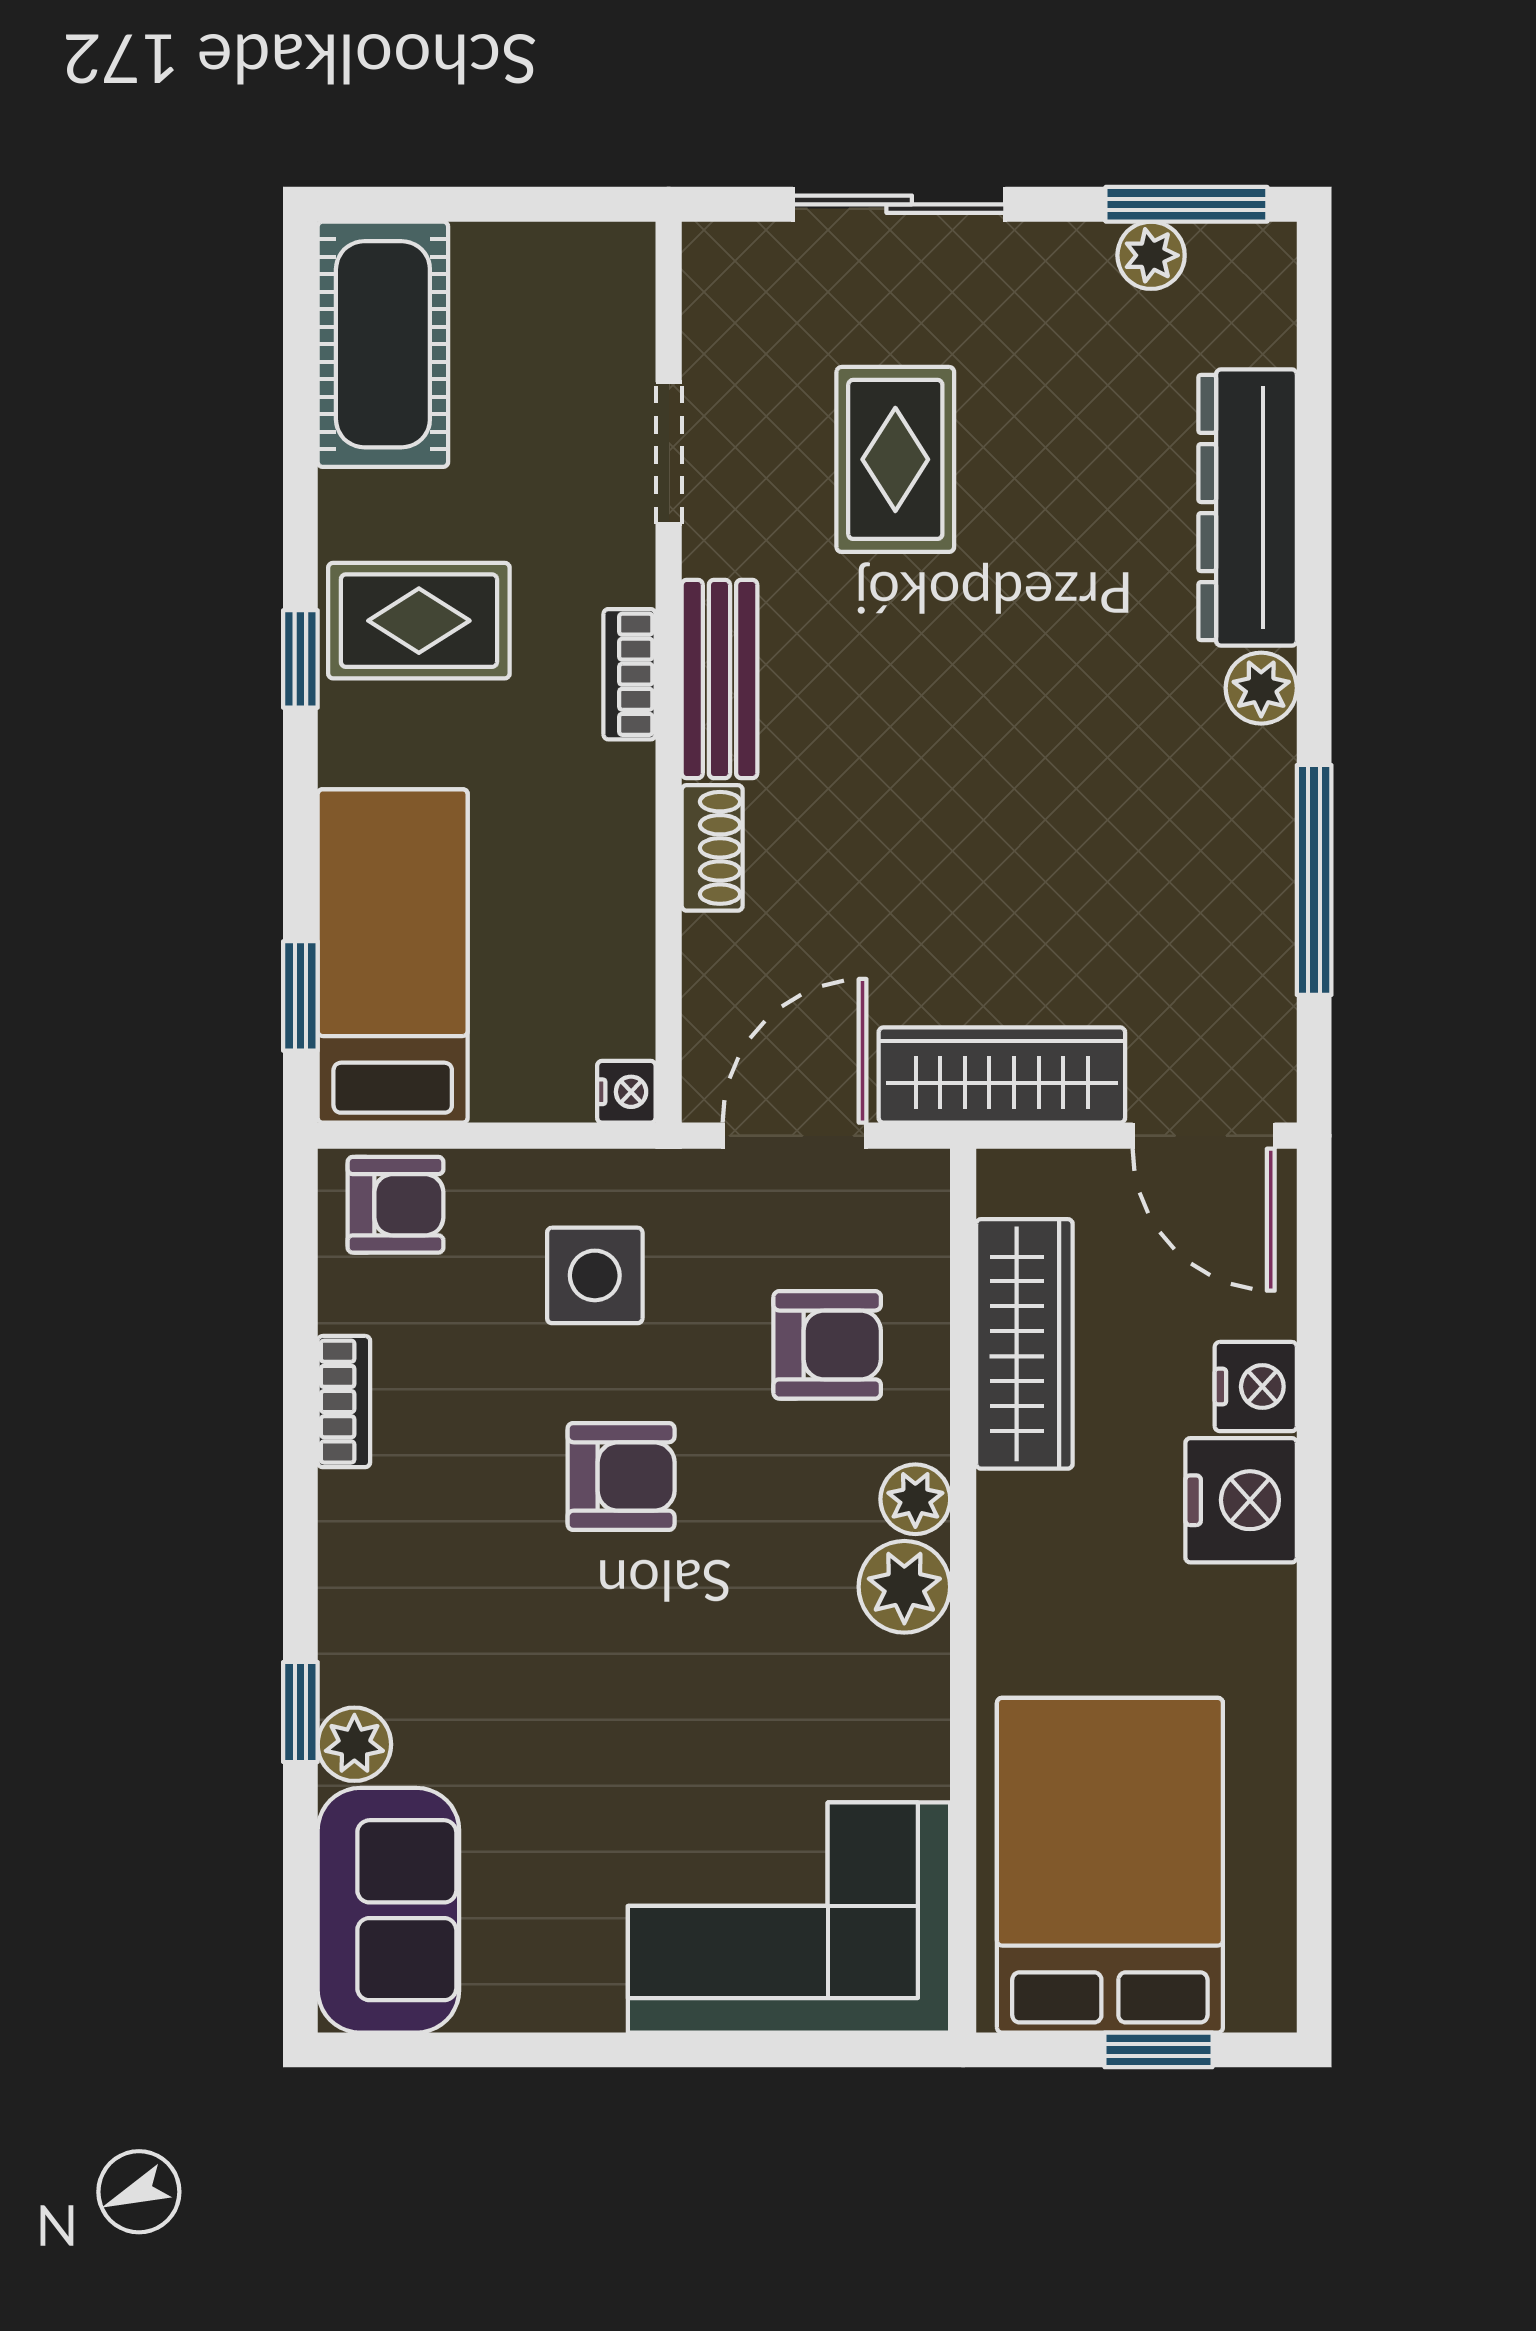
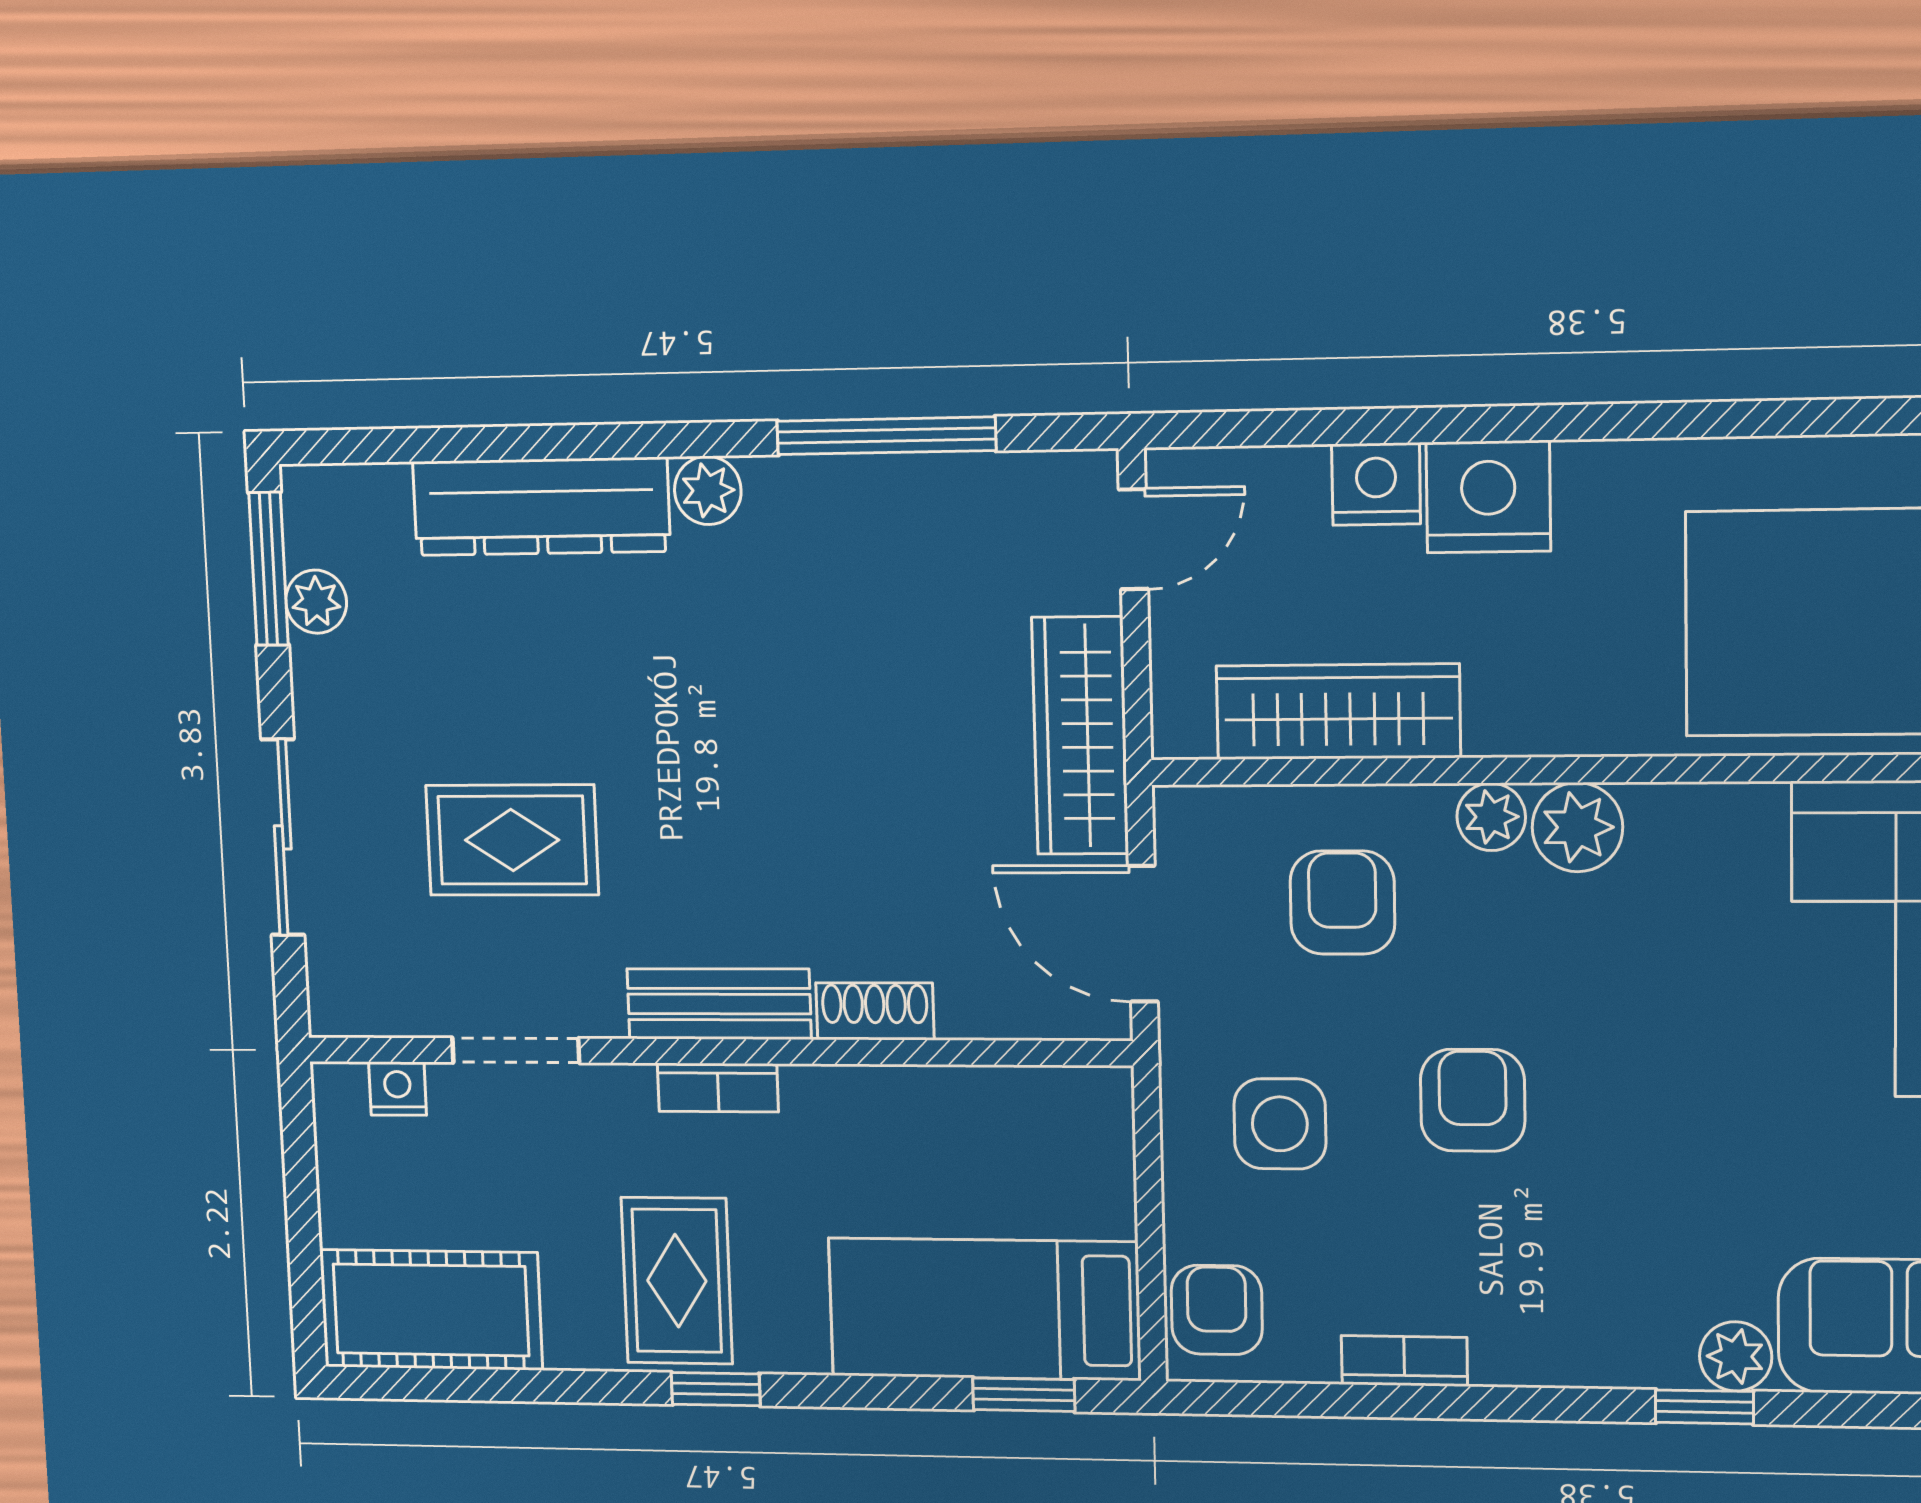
nightstand: (626, 1092) -> (397, 1089), moved
door: (1204, 1136) -> (1133, 539), width x0.73

